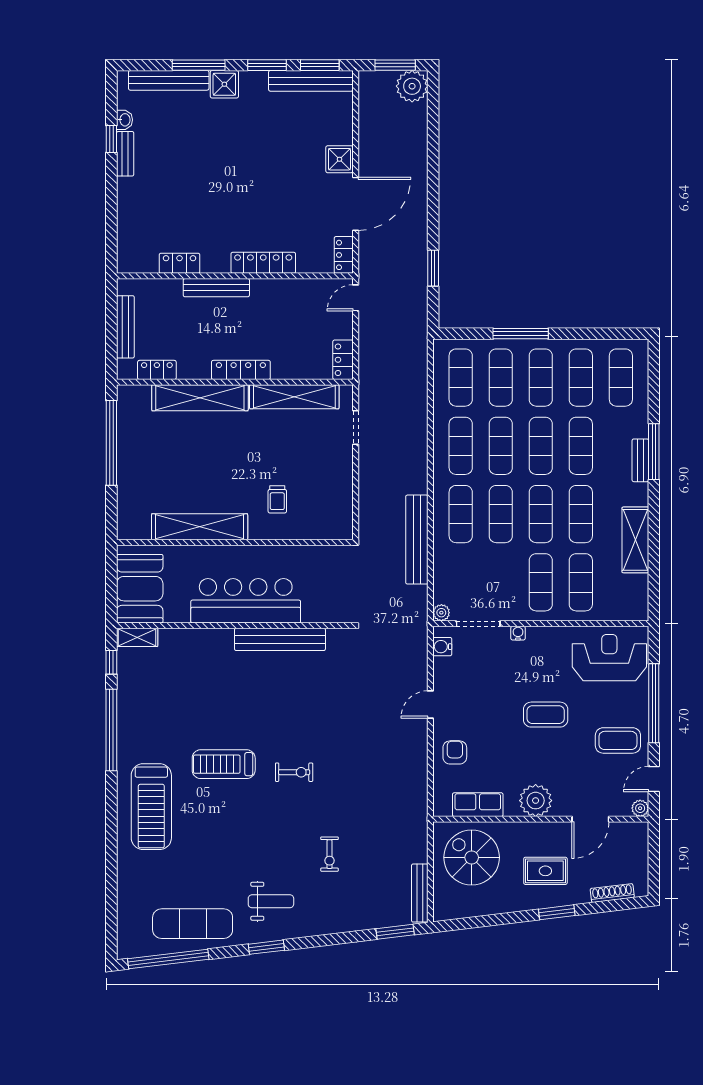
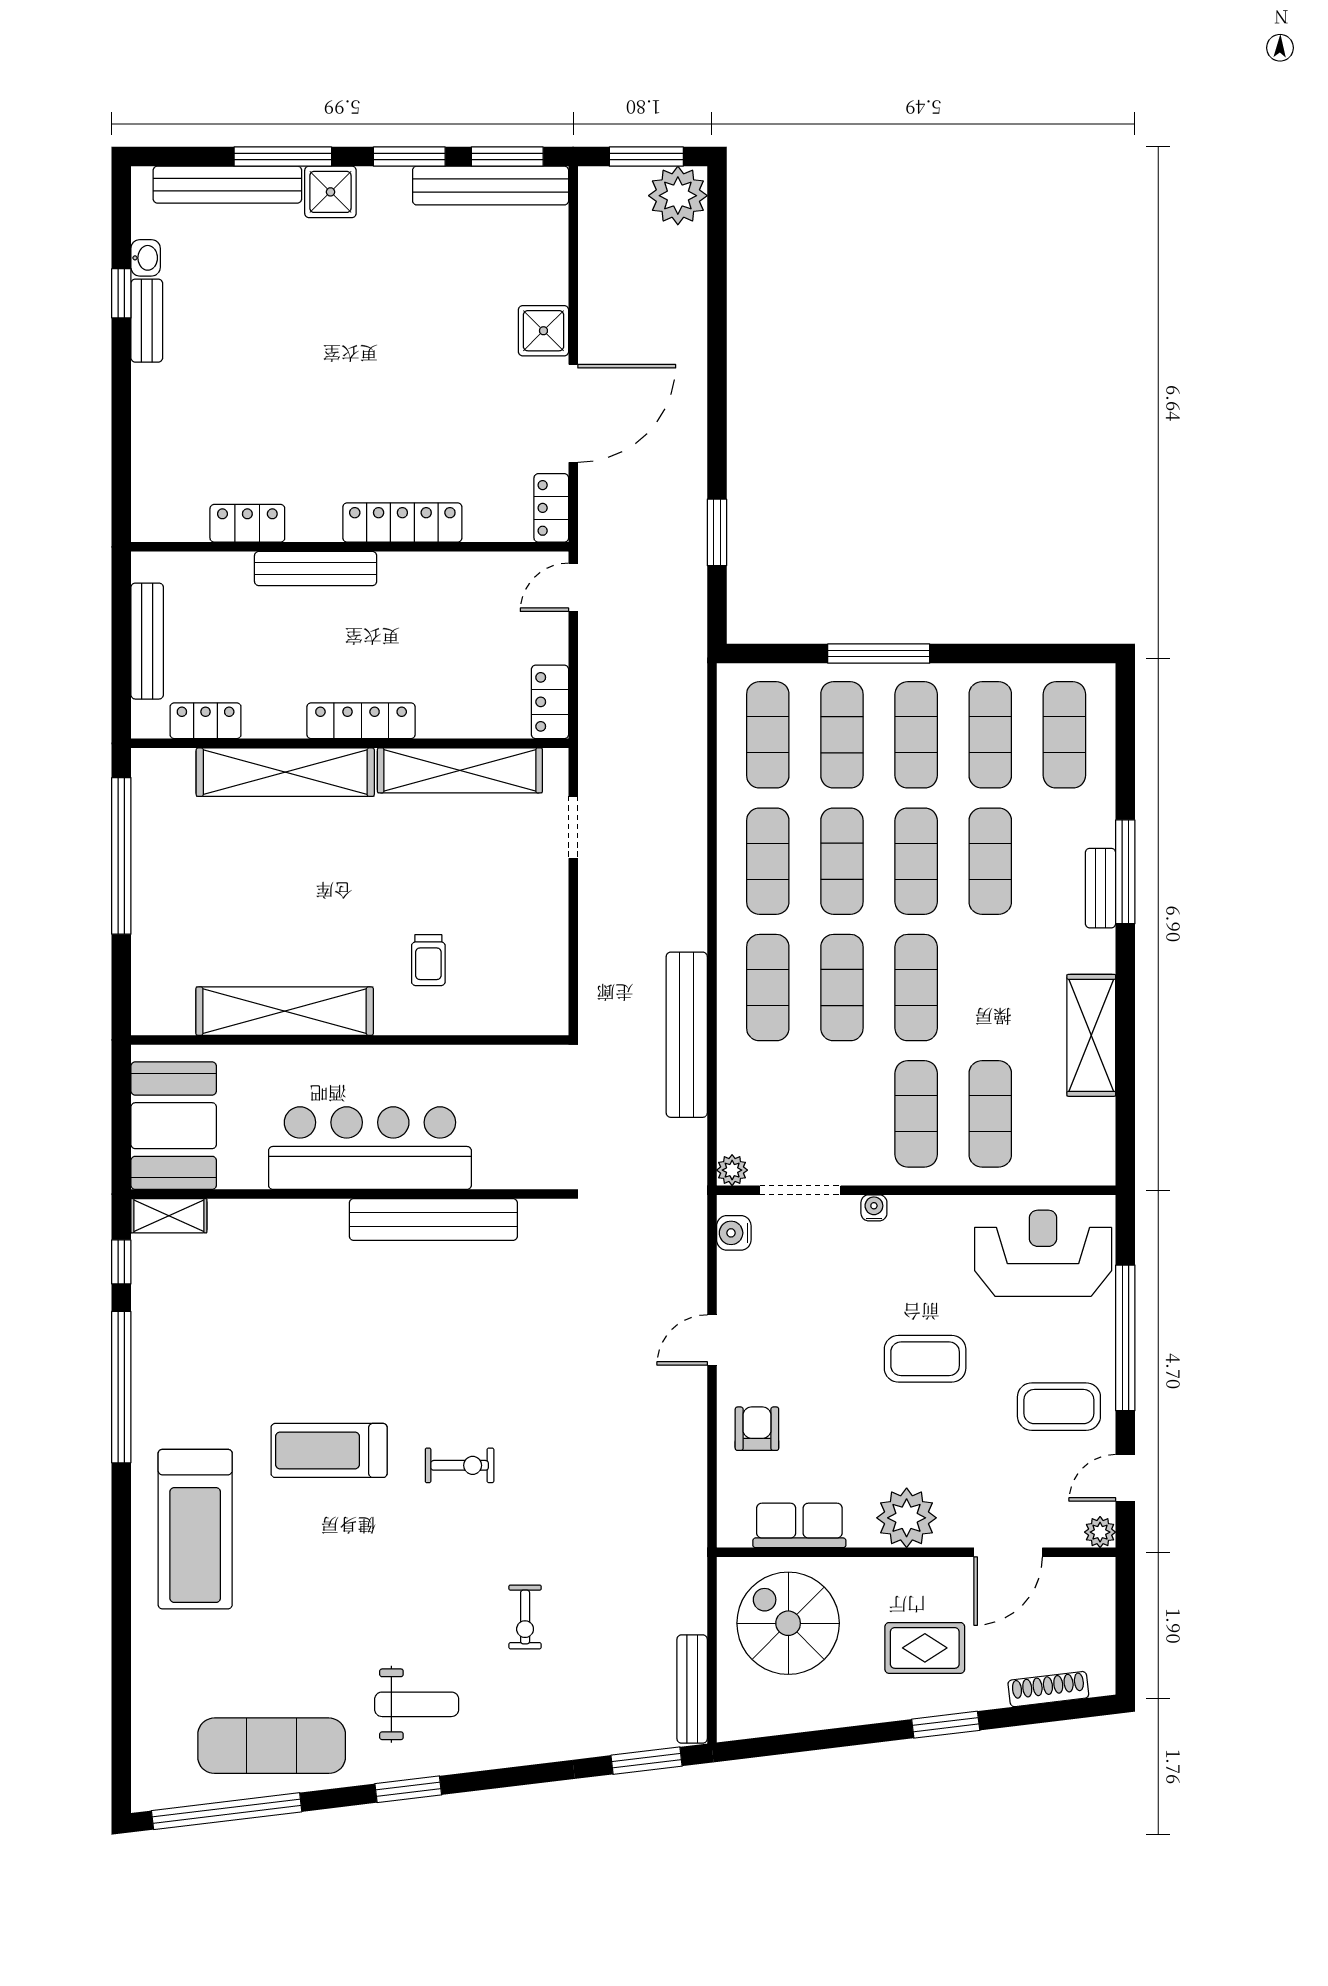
exercise mat: (581, 514) -> (990, 988), removed

